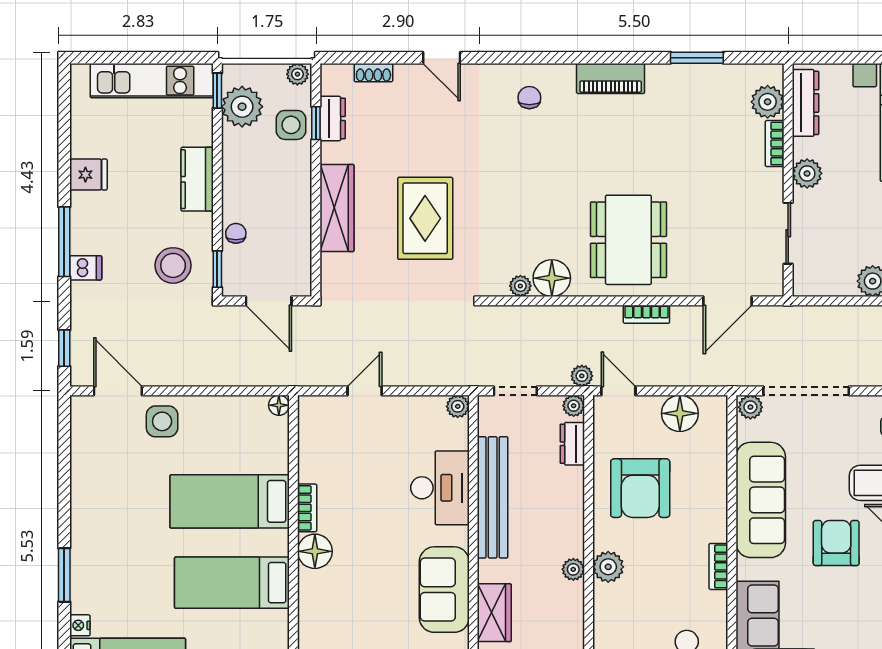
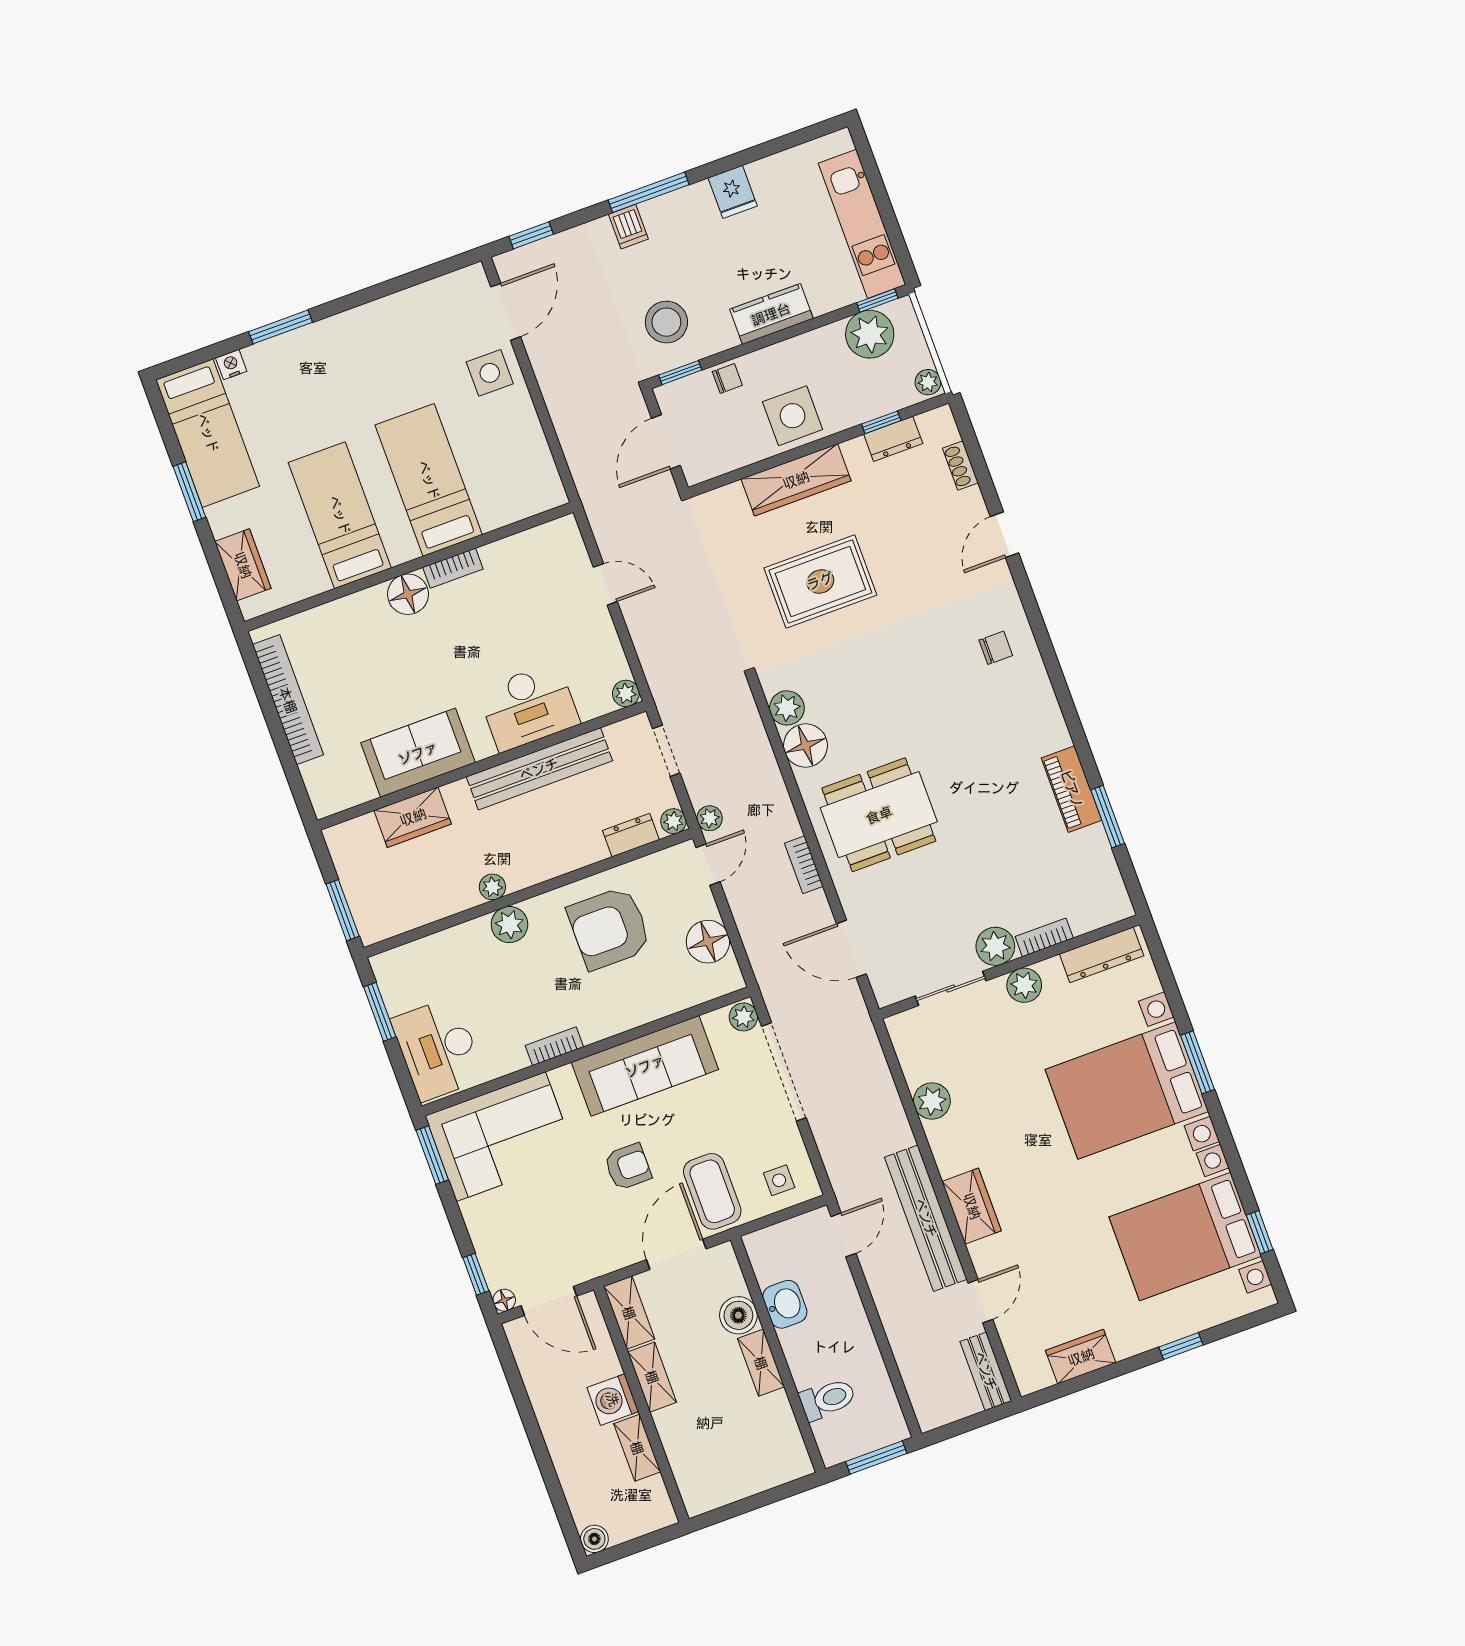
piano: (611, 78) -> (1072, 789), moved
plant: (768, 102) -> (995, 946), moved
side table: (291, 125) -> (793, 416), moved, width x1.37, depth x1.37
plant: (520, 286) -> (787, 708), width x1.38, depth x1.38
floor lamp: (279, 405) -> (555, 496), removed
armchair: (836, 543) -> (628, 1167), width x0.72, depth x0.72

